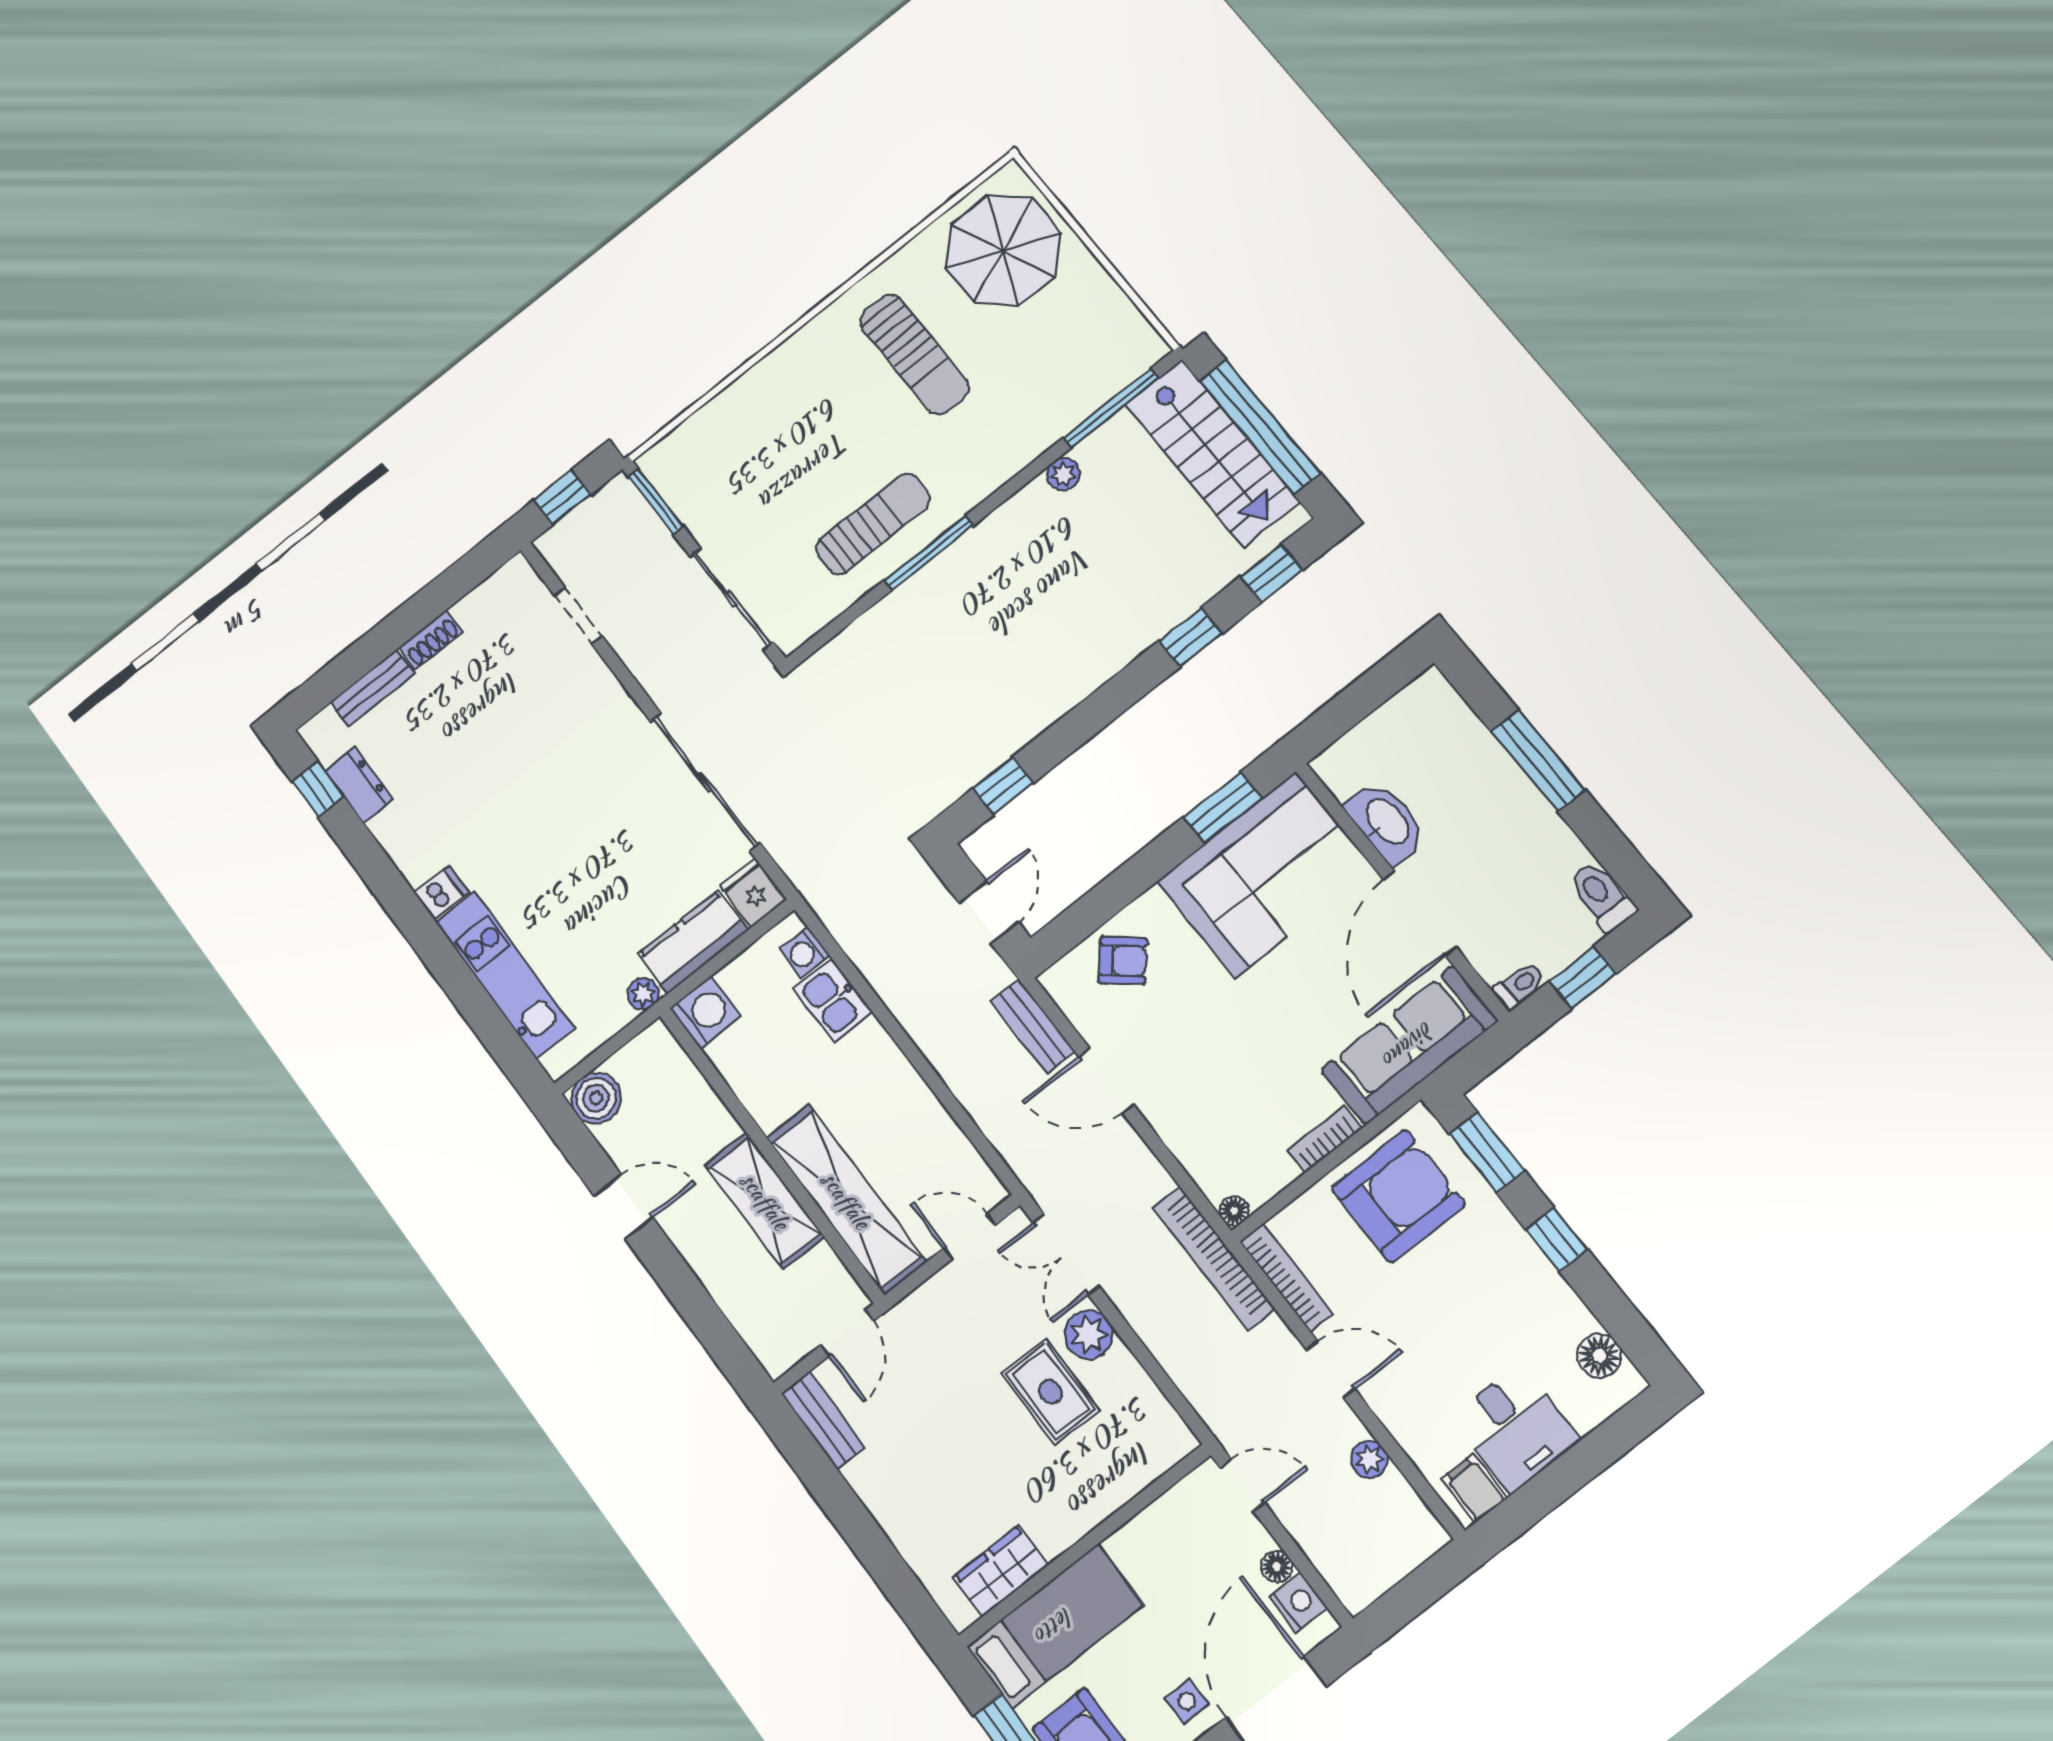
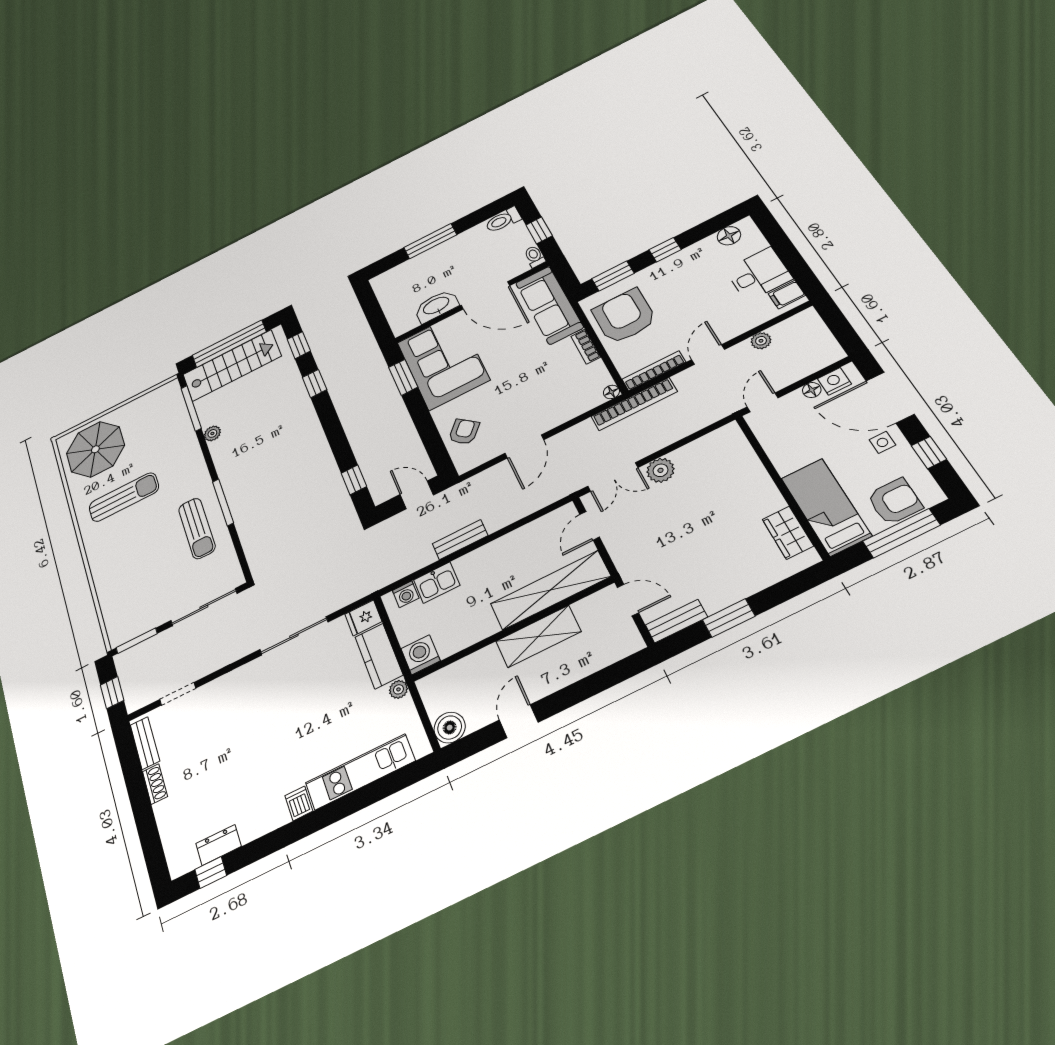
sun lounger: (873, 524) -> (197, 528), turned 180
bench: (372, 688) -> (145, 743), moved
sliding door: (705, 782) -> (294, 636), width x0.73
bench: (1033, 1026) -> (460, 540), moved
rug: (1051, 1392) -> (688, 494), removed
window: (840, 1503) -> (729, 618), added

